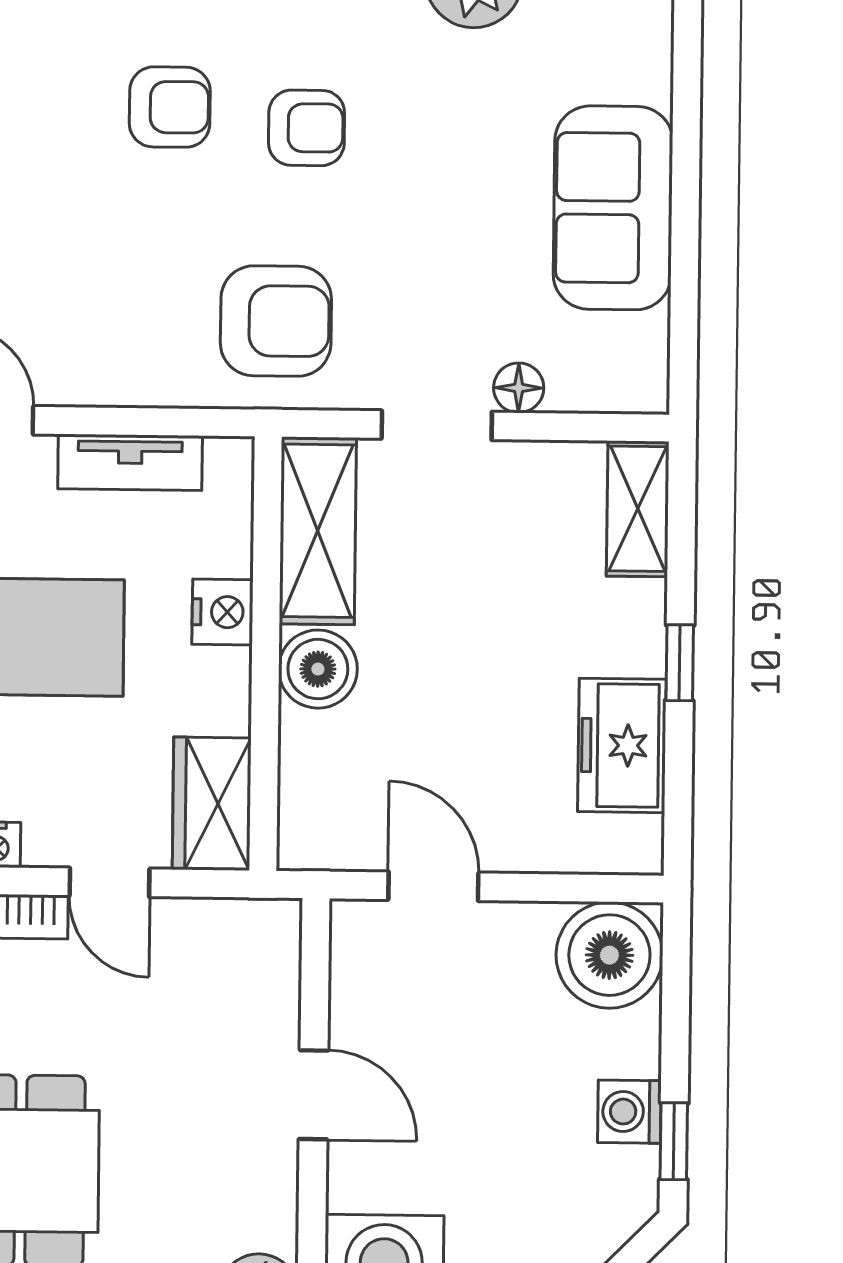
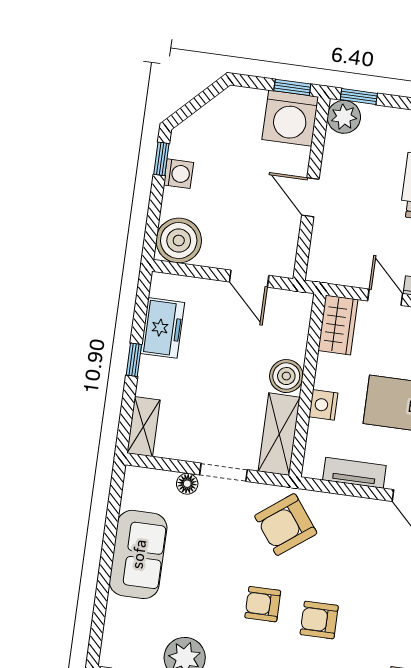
armchair: (276, 321) -> (286, 525), turned -37

